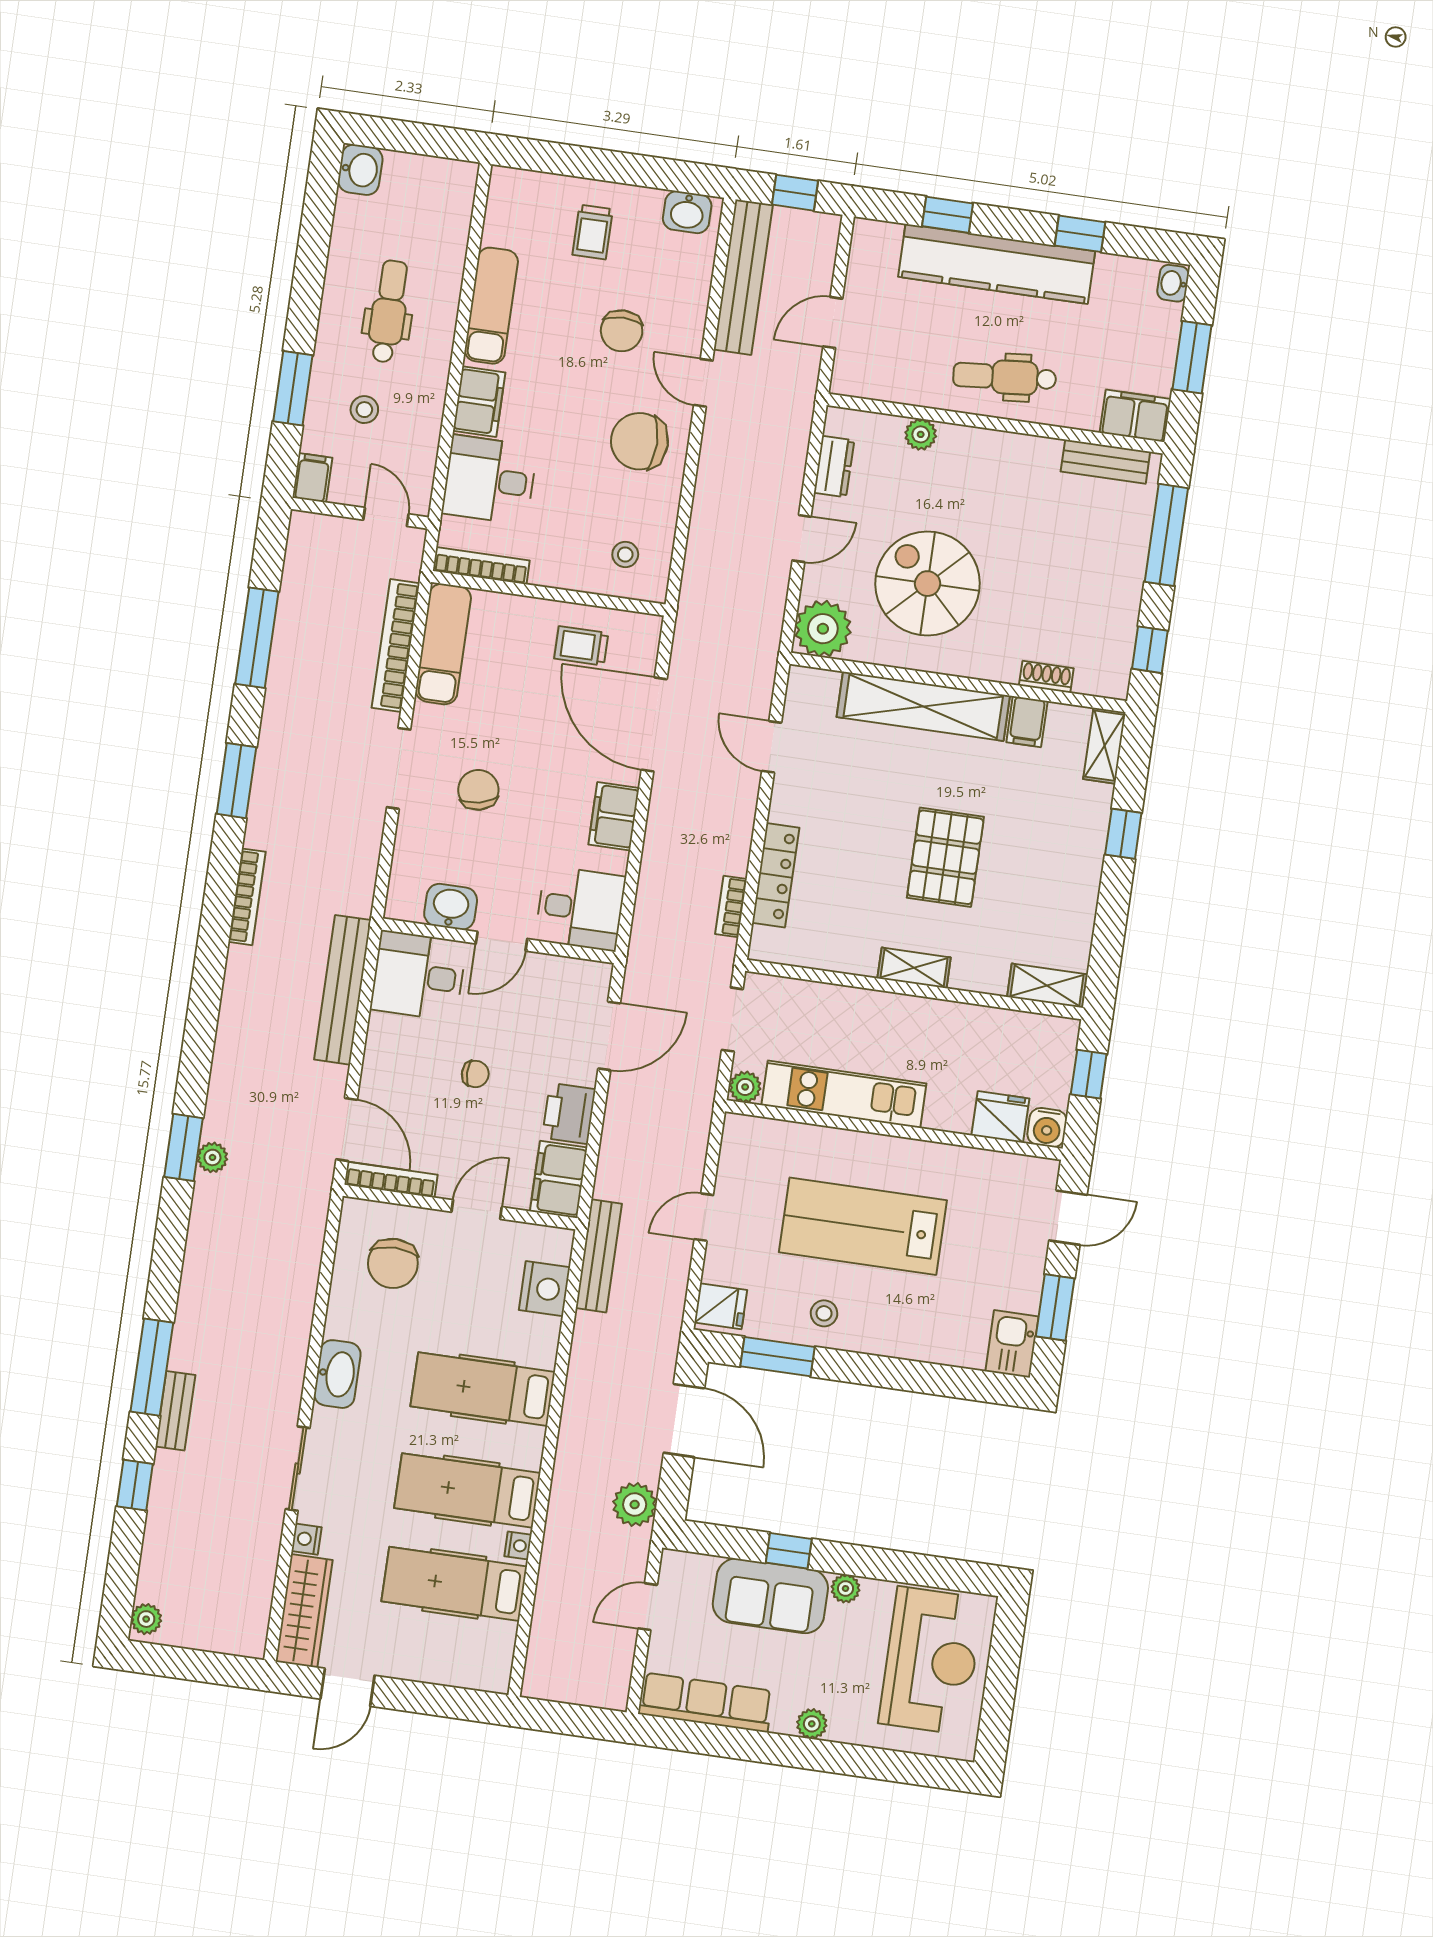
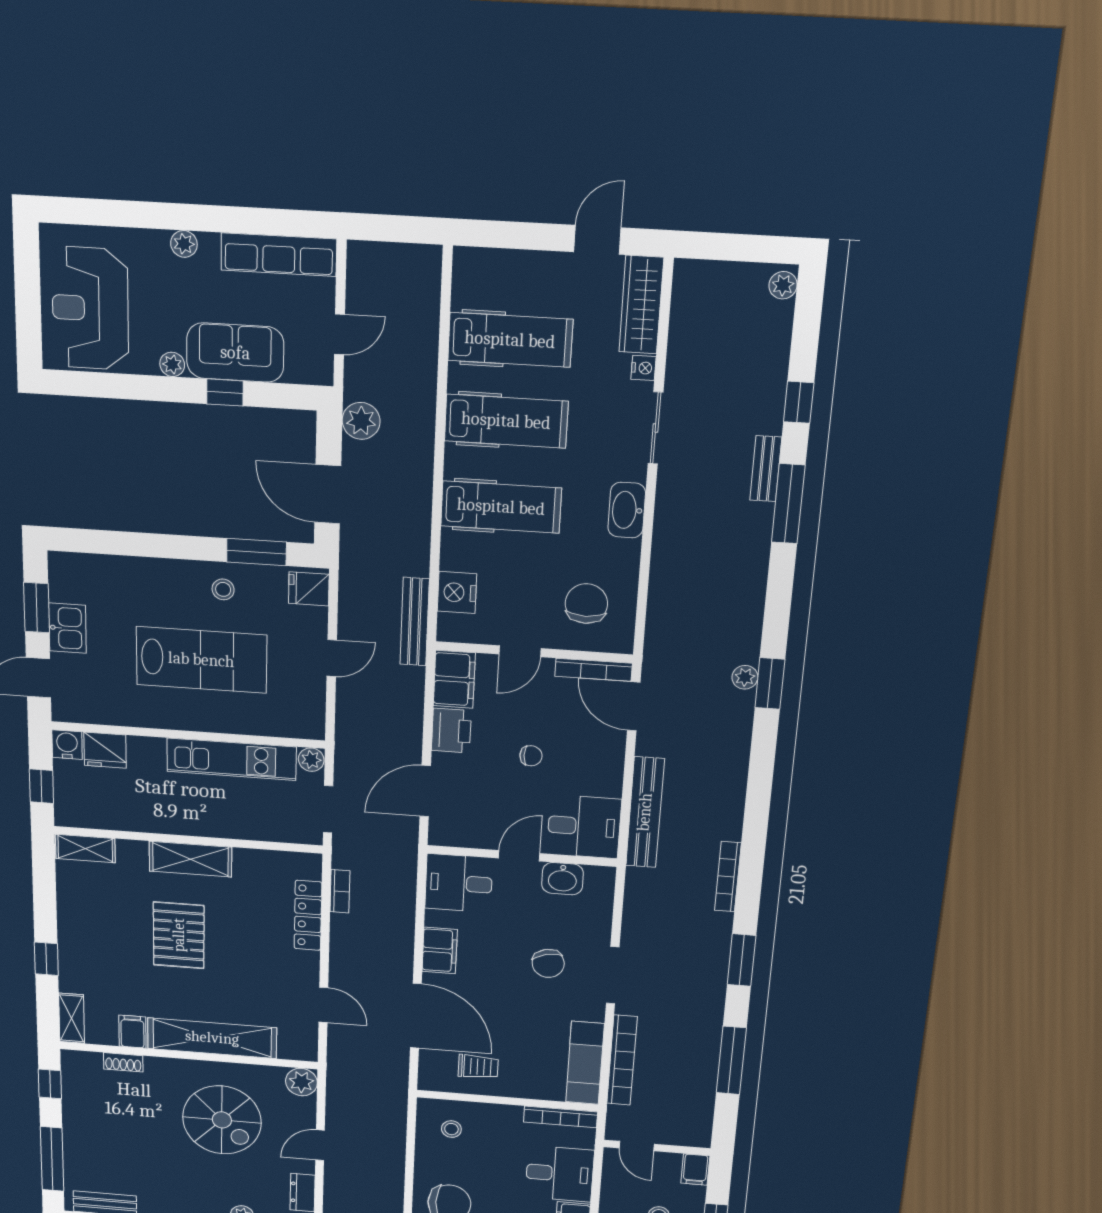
plant: (823, 629) -> (301, 1082), width x0.73, depth x0.73
shelving: (914, 968) -> (190, 859), width x1.50, depth x1.33
chair: (475, 1074) -> (531, 756), turned 180
kitchen sink: (1012, 1344) -> (67, 628), moved
nightstand: (518, 1546) -> (458, 378), removed

